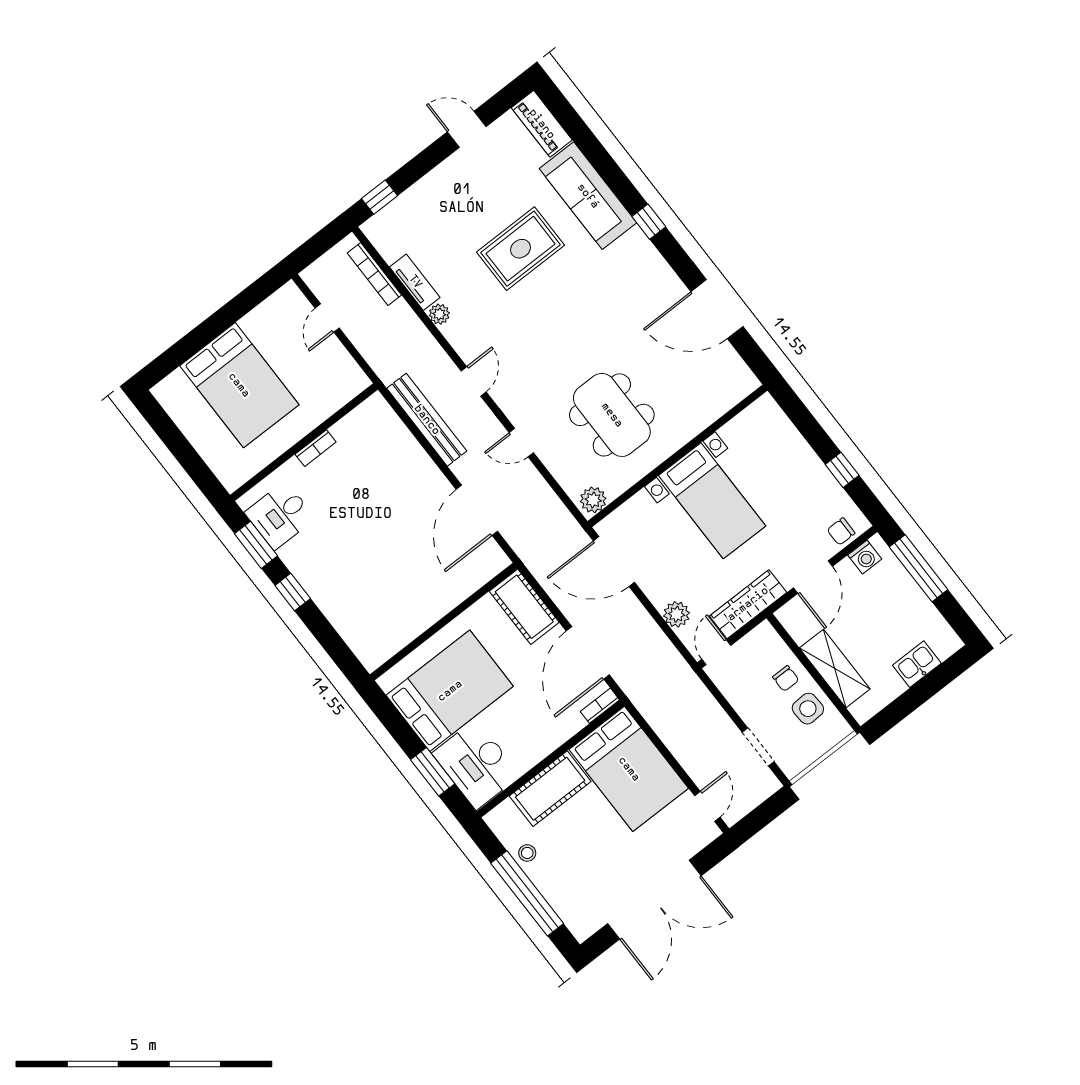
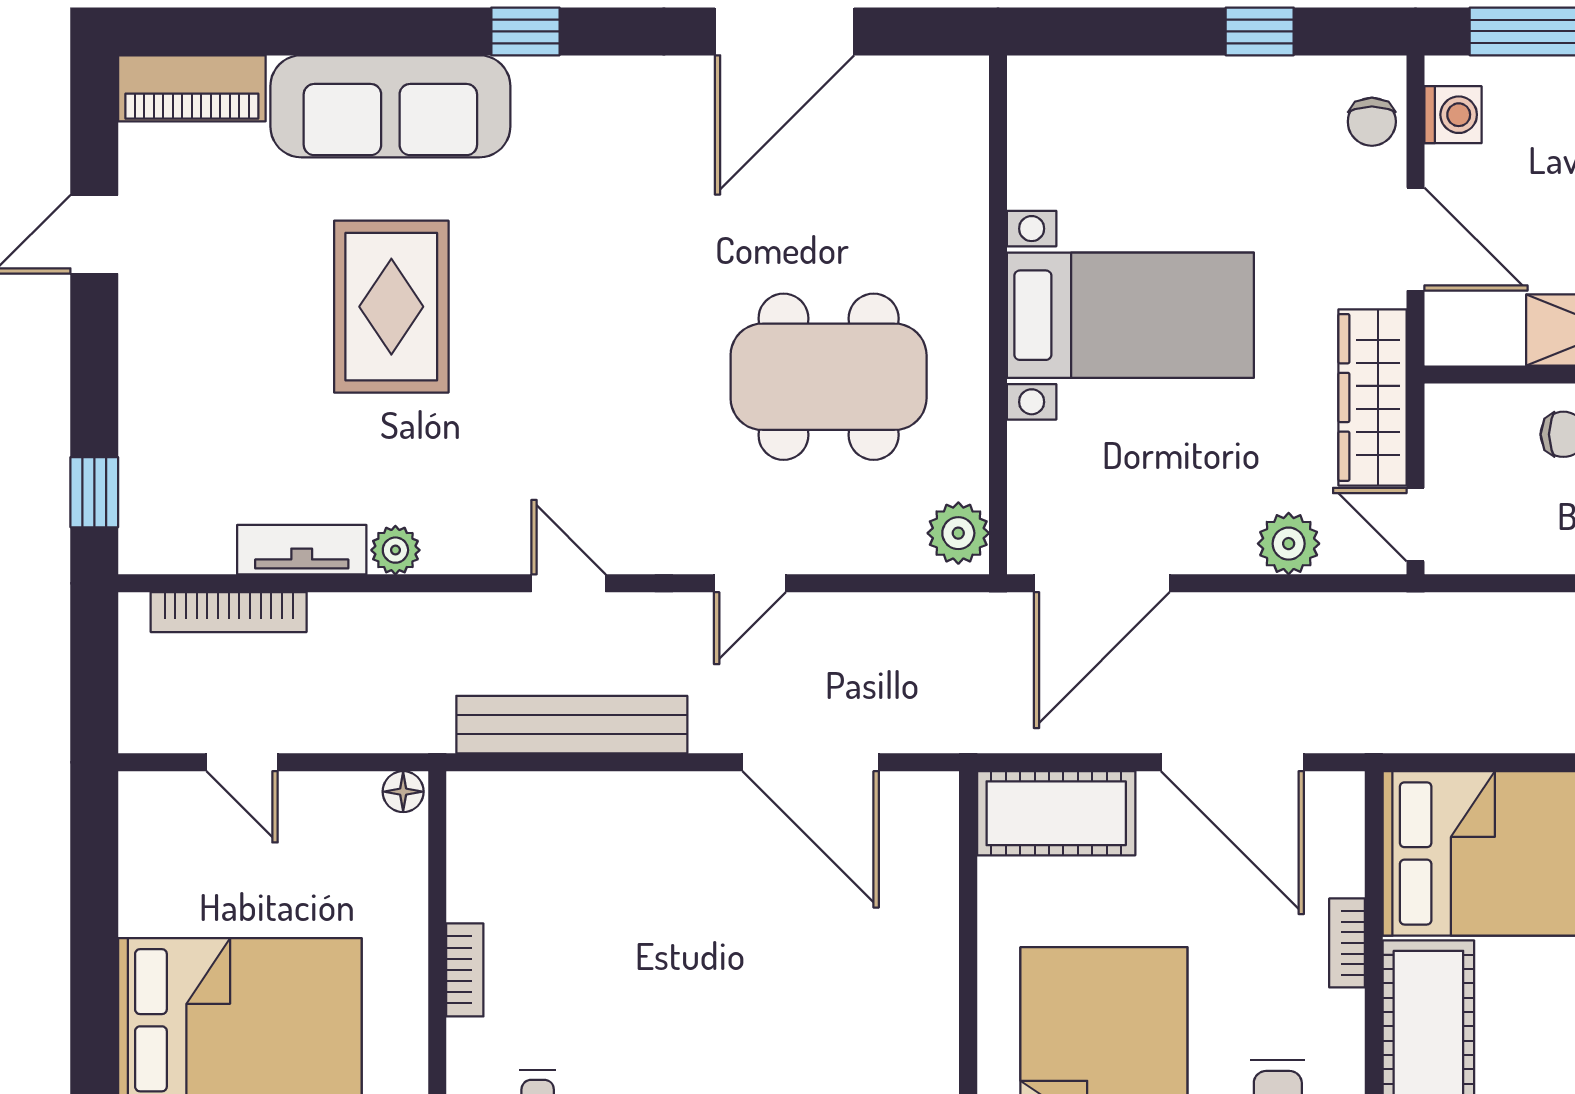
floor lamp: (360, 380) -> (403, 792), added
bookcase: (600, 706) -> (1347, 943), moved

